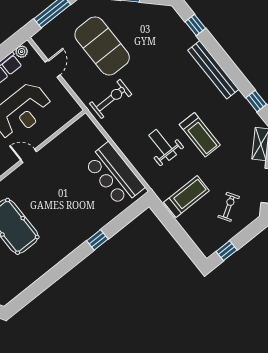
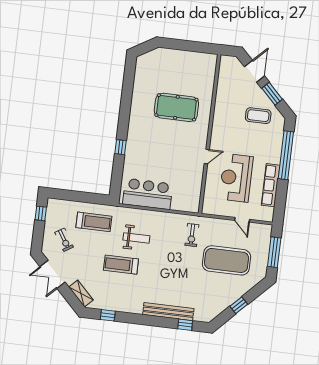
plant: (22, 52) -> (269, 212), removed
bench: (213, 70) -> (168, 312), moved
exercise bike: (111, 99) -> (192, 235), width x0.73, depth x0.72
treadmill: (187, 197) -> (94, 222), turned -90

